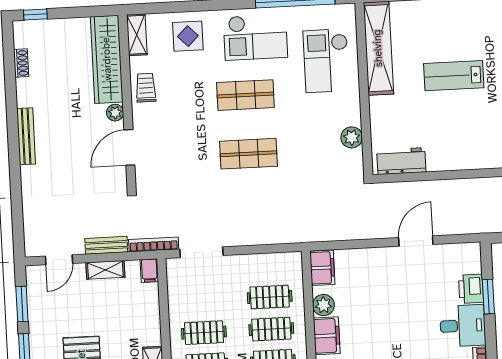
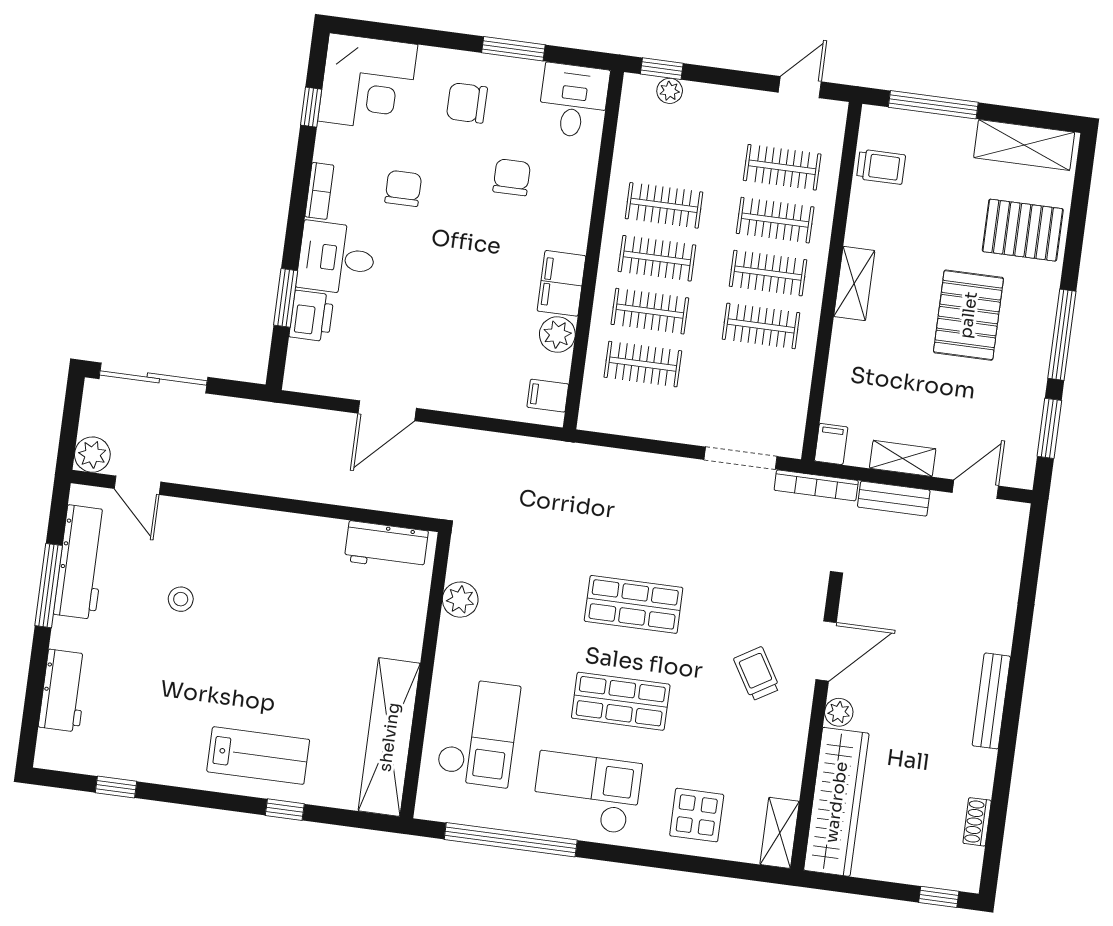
lab bench: (454, 76) -> (258, 756), moved
trolley: (146, 88) -> (757, 674), moved, turned 149
filing cabinet: (322, 268) -> (548, 396), width x0.50

